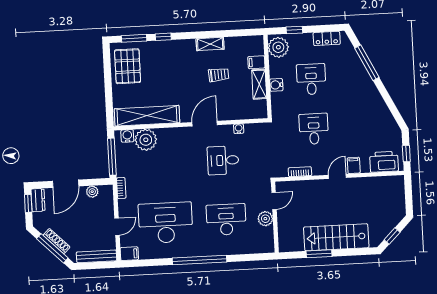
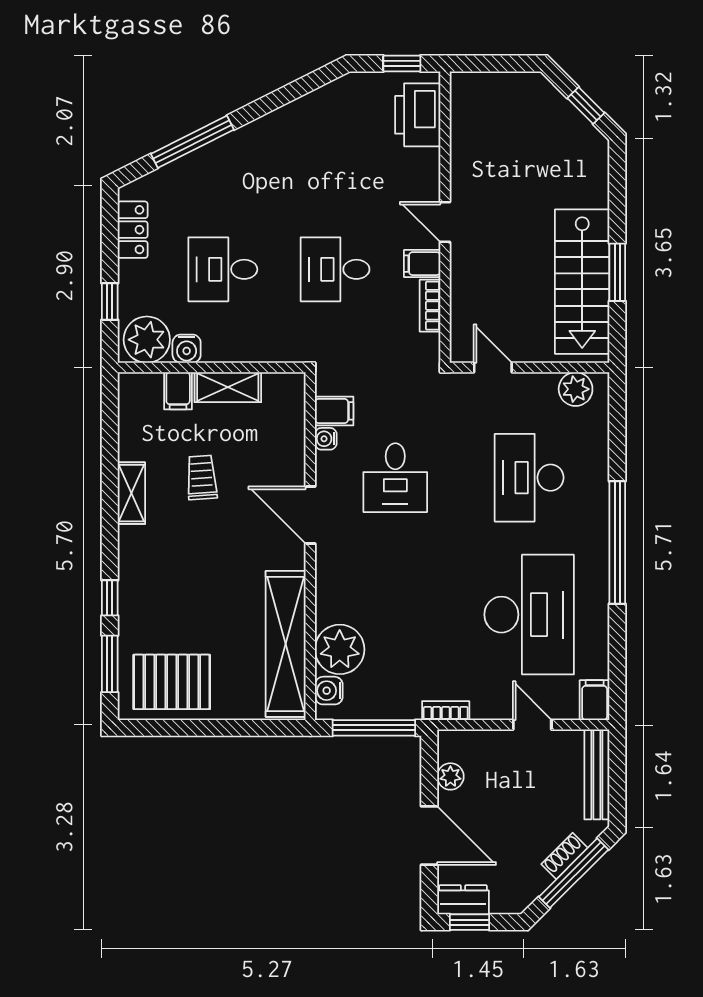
water cooler: (276, 85) -> (187, 349), moved
filing cabinet: (251, 132) -> (334, 411), added
filing cabinet: (354, 165) -> (422, 264), moved
plant: (265, 219) -> (576, 389), moved
desk: (166, 223) -> (529, 615), turned 180
stairs: (336, 237) -> (582, 282), moved
shoe rack: (57, 241) -> (564, 856), width x0.70

